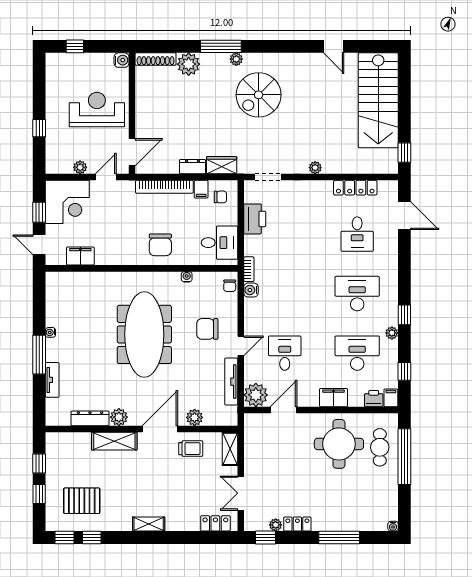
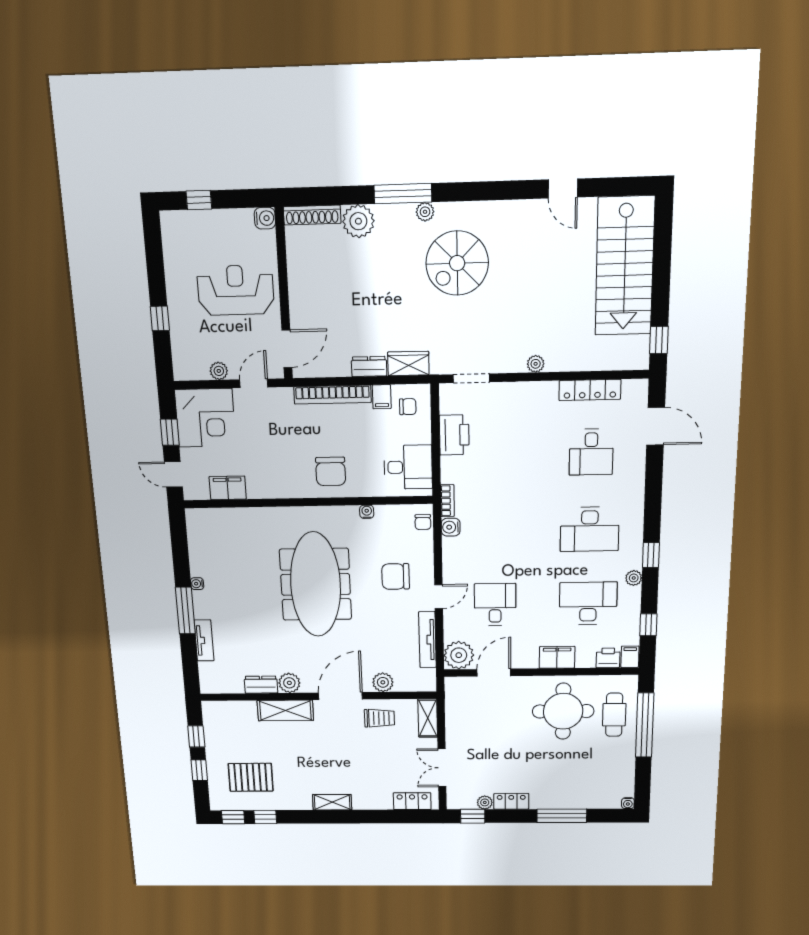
desk: (357, 294) -> (590, 529), turned 180
dresser: (90, 418) -> (261, 685), width x0.70

